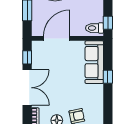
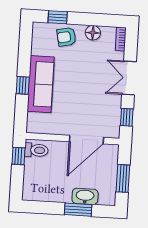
sofa: (94, 62) -> (41, 84), moved
double door: (27, 88) -> (129, 78), width x0.73

